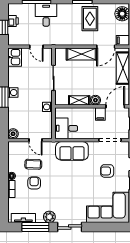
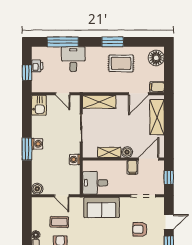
rug: (90, 19) -> (121, 63), turned 90
shelving: (81, 54) -> (99, 102), moved

